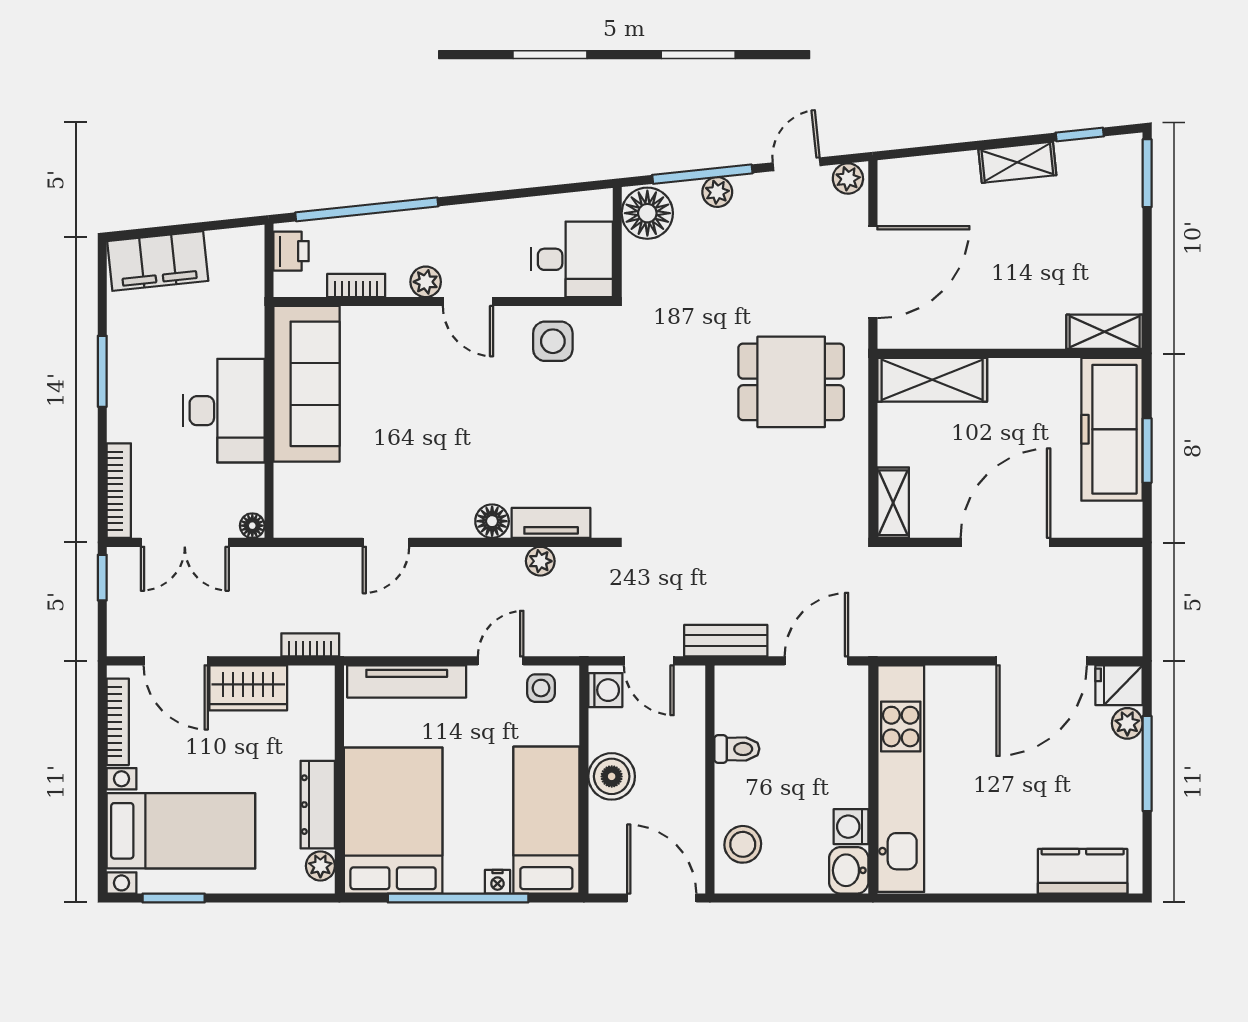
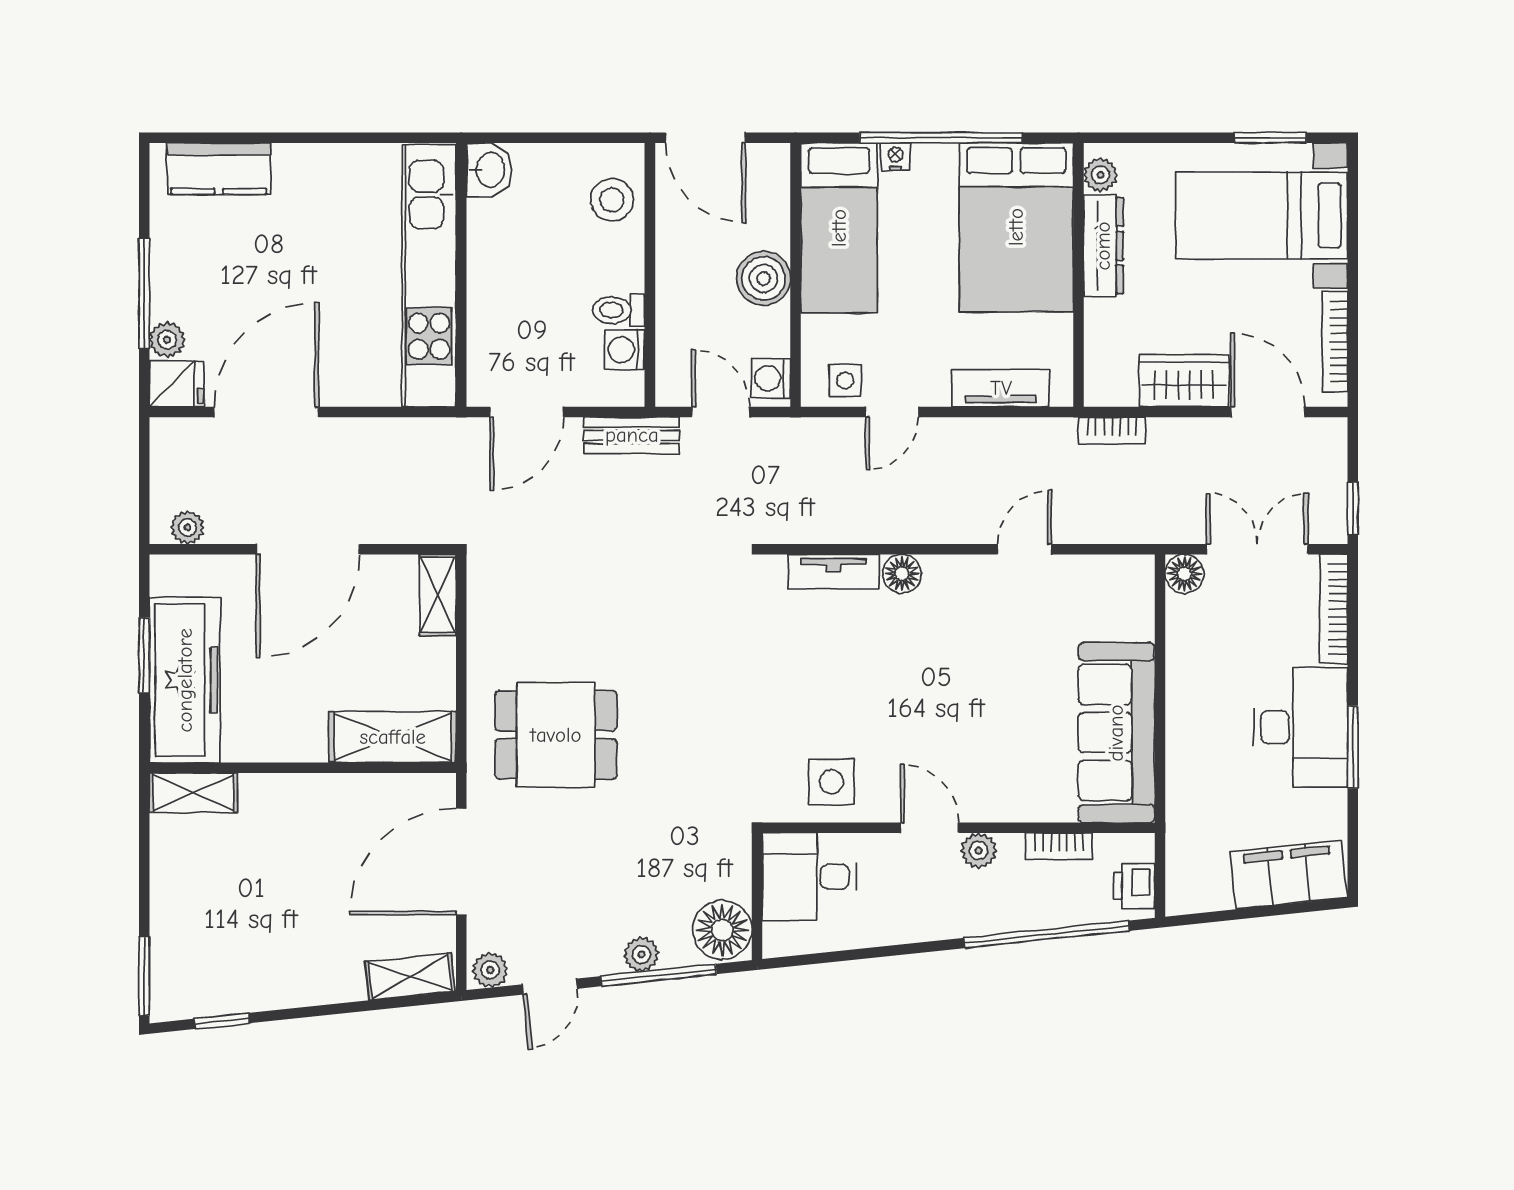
shelving: (1017, 162) -> (410, 976), moved
desk: (224, 411) -> (1301, 727), moved, turned 180
floor lamp: (252, 526) -> (1184, 574), width x1.37, depth x1.37
plant: (540, 561) -> (187, 527), moved
tv unit: (407, 681) -> (1001, 388), width x0.71
washing machine: (851, 827) -> (625, 350), moved, turned 180

